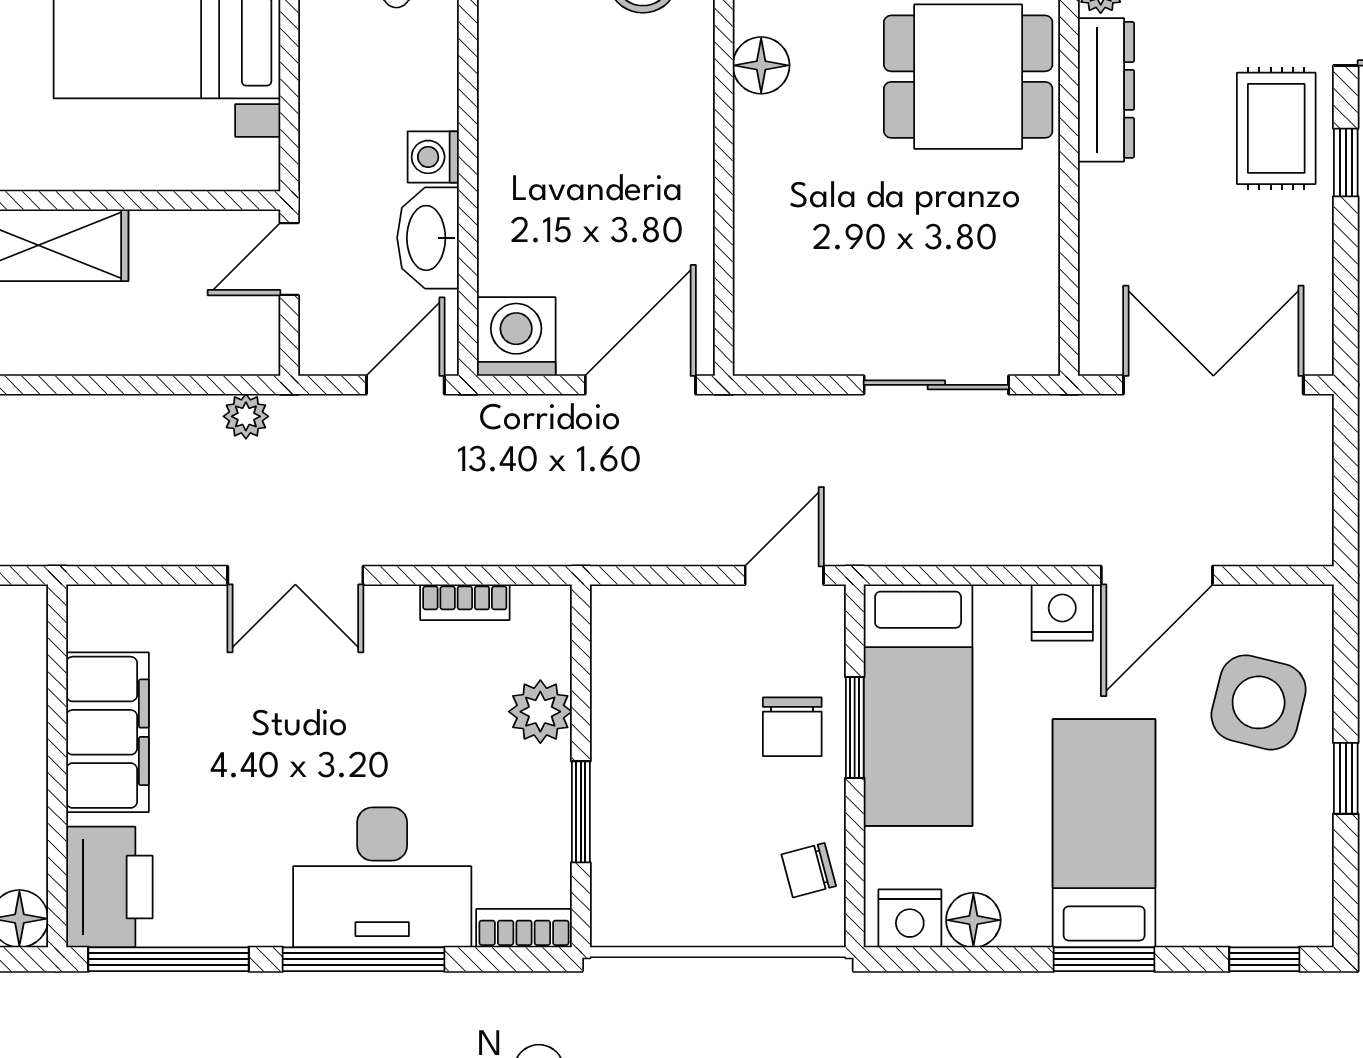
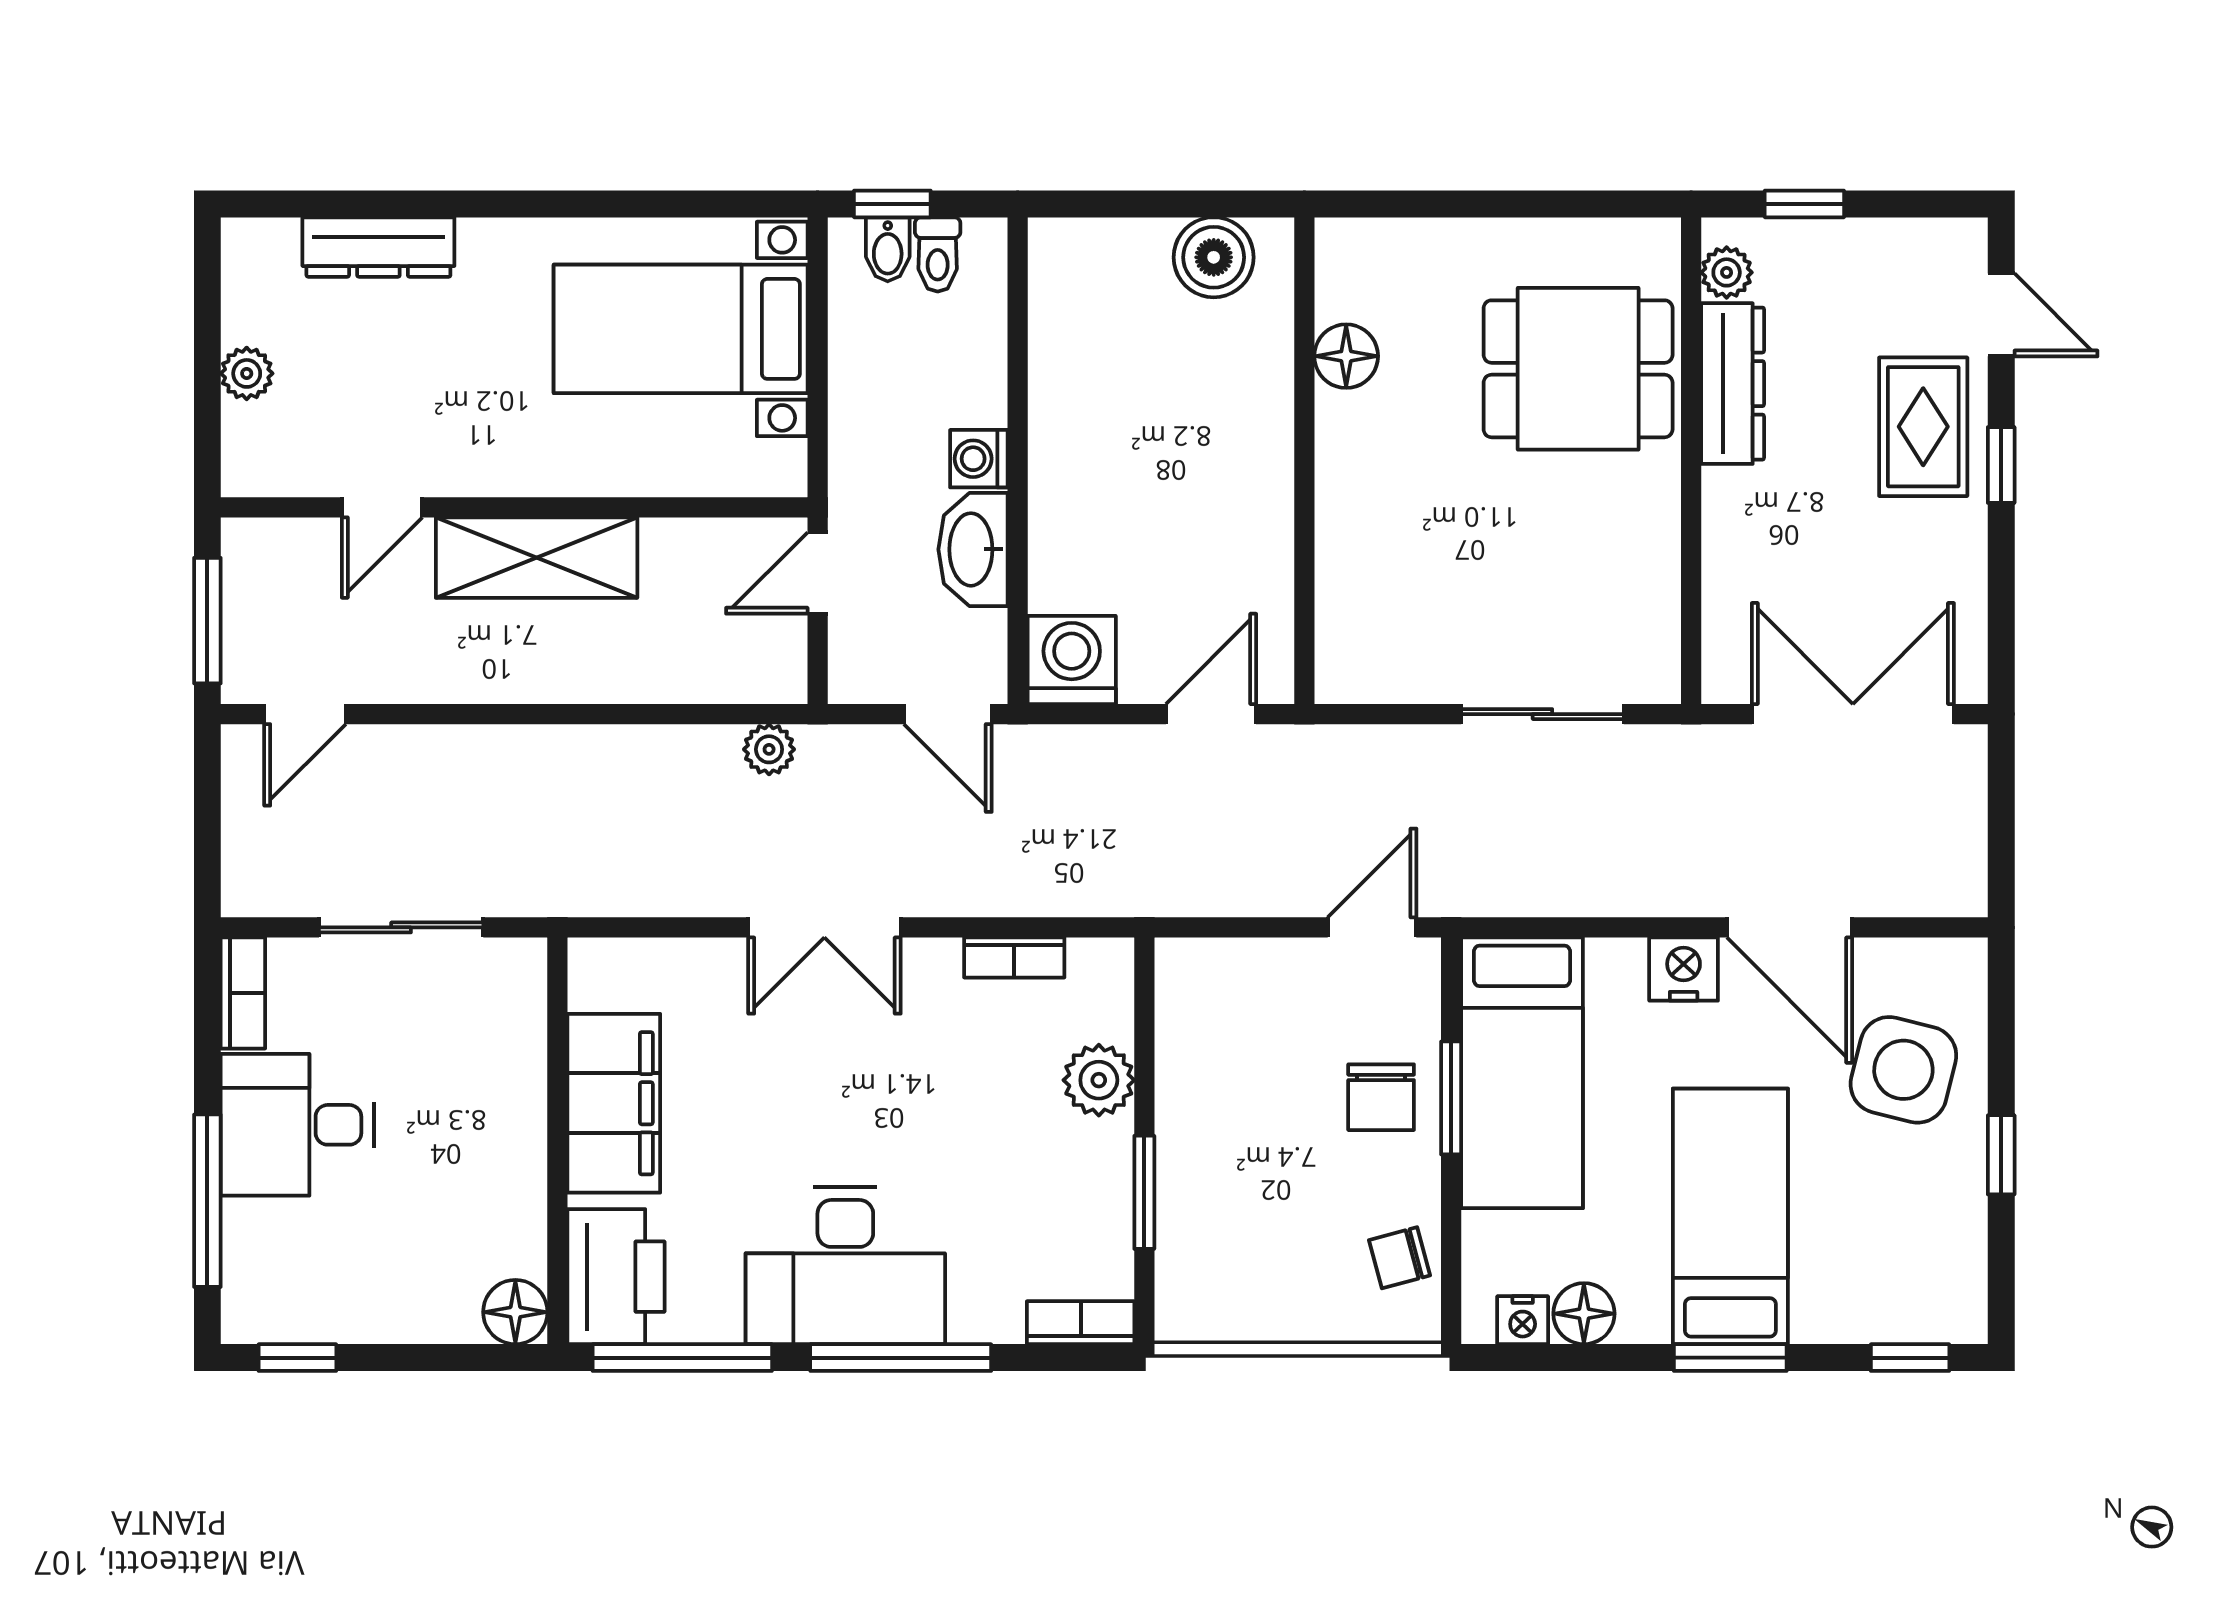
door: (405, 385) -> (948, 714), swing flipped
door: (640, 385) -> (1211, 714), width x0.73
door: (1157, 575) -> (1790, 927), hinge flipped
desk: (382, 877) -> (845, 1266), moved
nightstand: (910, 918) -> (1523, 1320), width x0.72, depth x0.74

